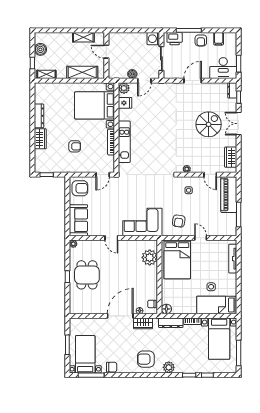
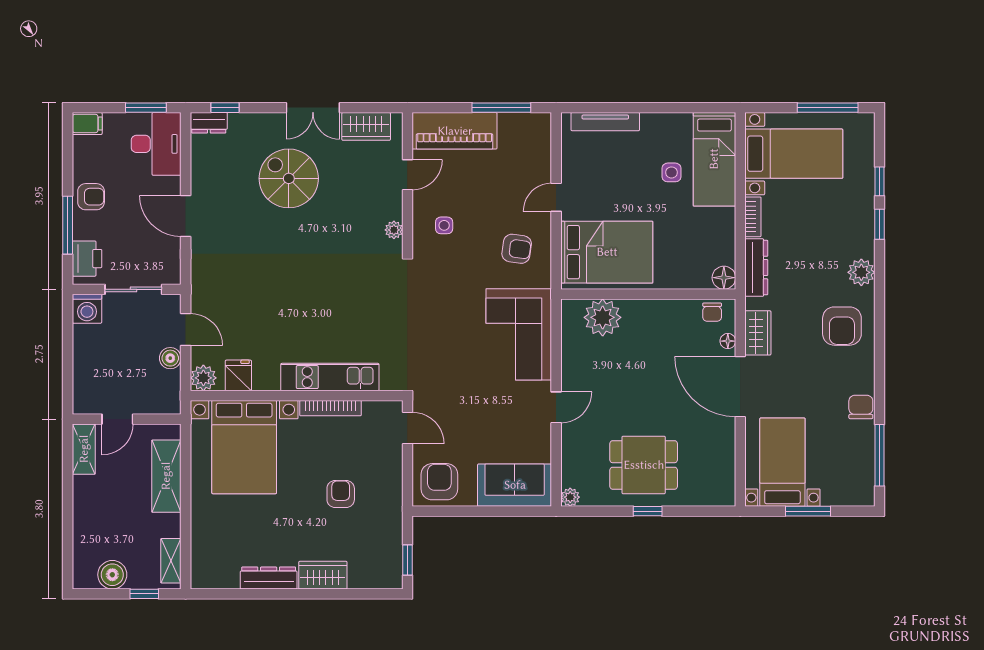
shelving: (83, 37) -> (84, 449), moved
filing cabinet: (219, 39) -> (87, 123), moved
double door: (239, 124) -> (313, 108), moved
bed with nightstands: (85, 354) -> (782, 462), moved, turned 90

